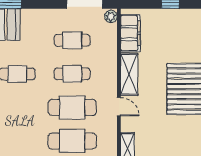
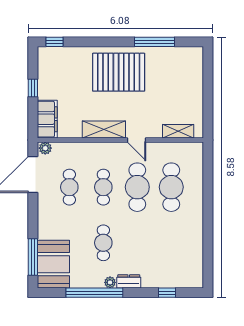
filing cabinet: (130, 33) -> (47, 119), moved, turned 90
door: (119, 107) -> (137, 140), swing flipped

